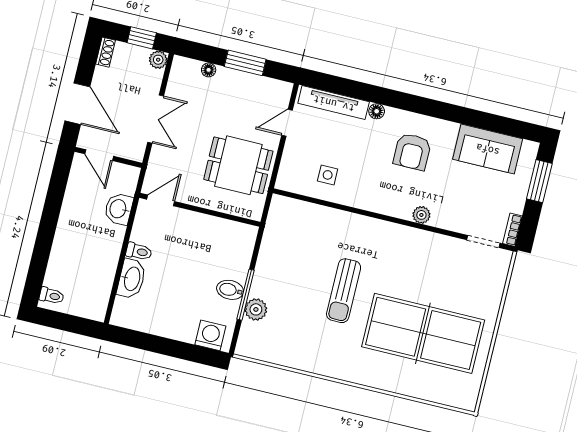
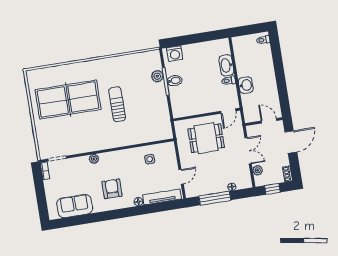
plant: (158, 60) -> (258, 170), moved
window: (245, 63) -> (215, 198), width x1.44
door: (77, 104) -> (291, 142), swing flipped
double door: (156, 119) -> (248, 151), swing flipped
dining table: (238, 165) -> (206, 138), moved
window: (539, 181) -> (42, 201), removed
washbasin: (119, 209) -> (246, 85), moved

